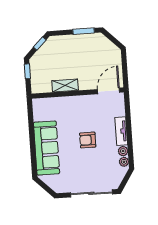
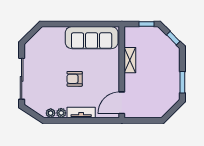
door: (108, 91) -> (122, 103), swing flipped
armchair: (88, 140) -> (75, 79), turned -90
sofa: (47, 148) -> (92, 38), moved

